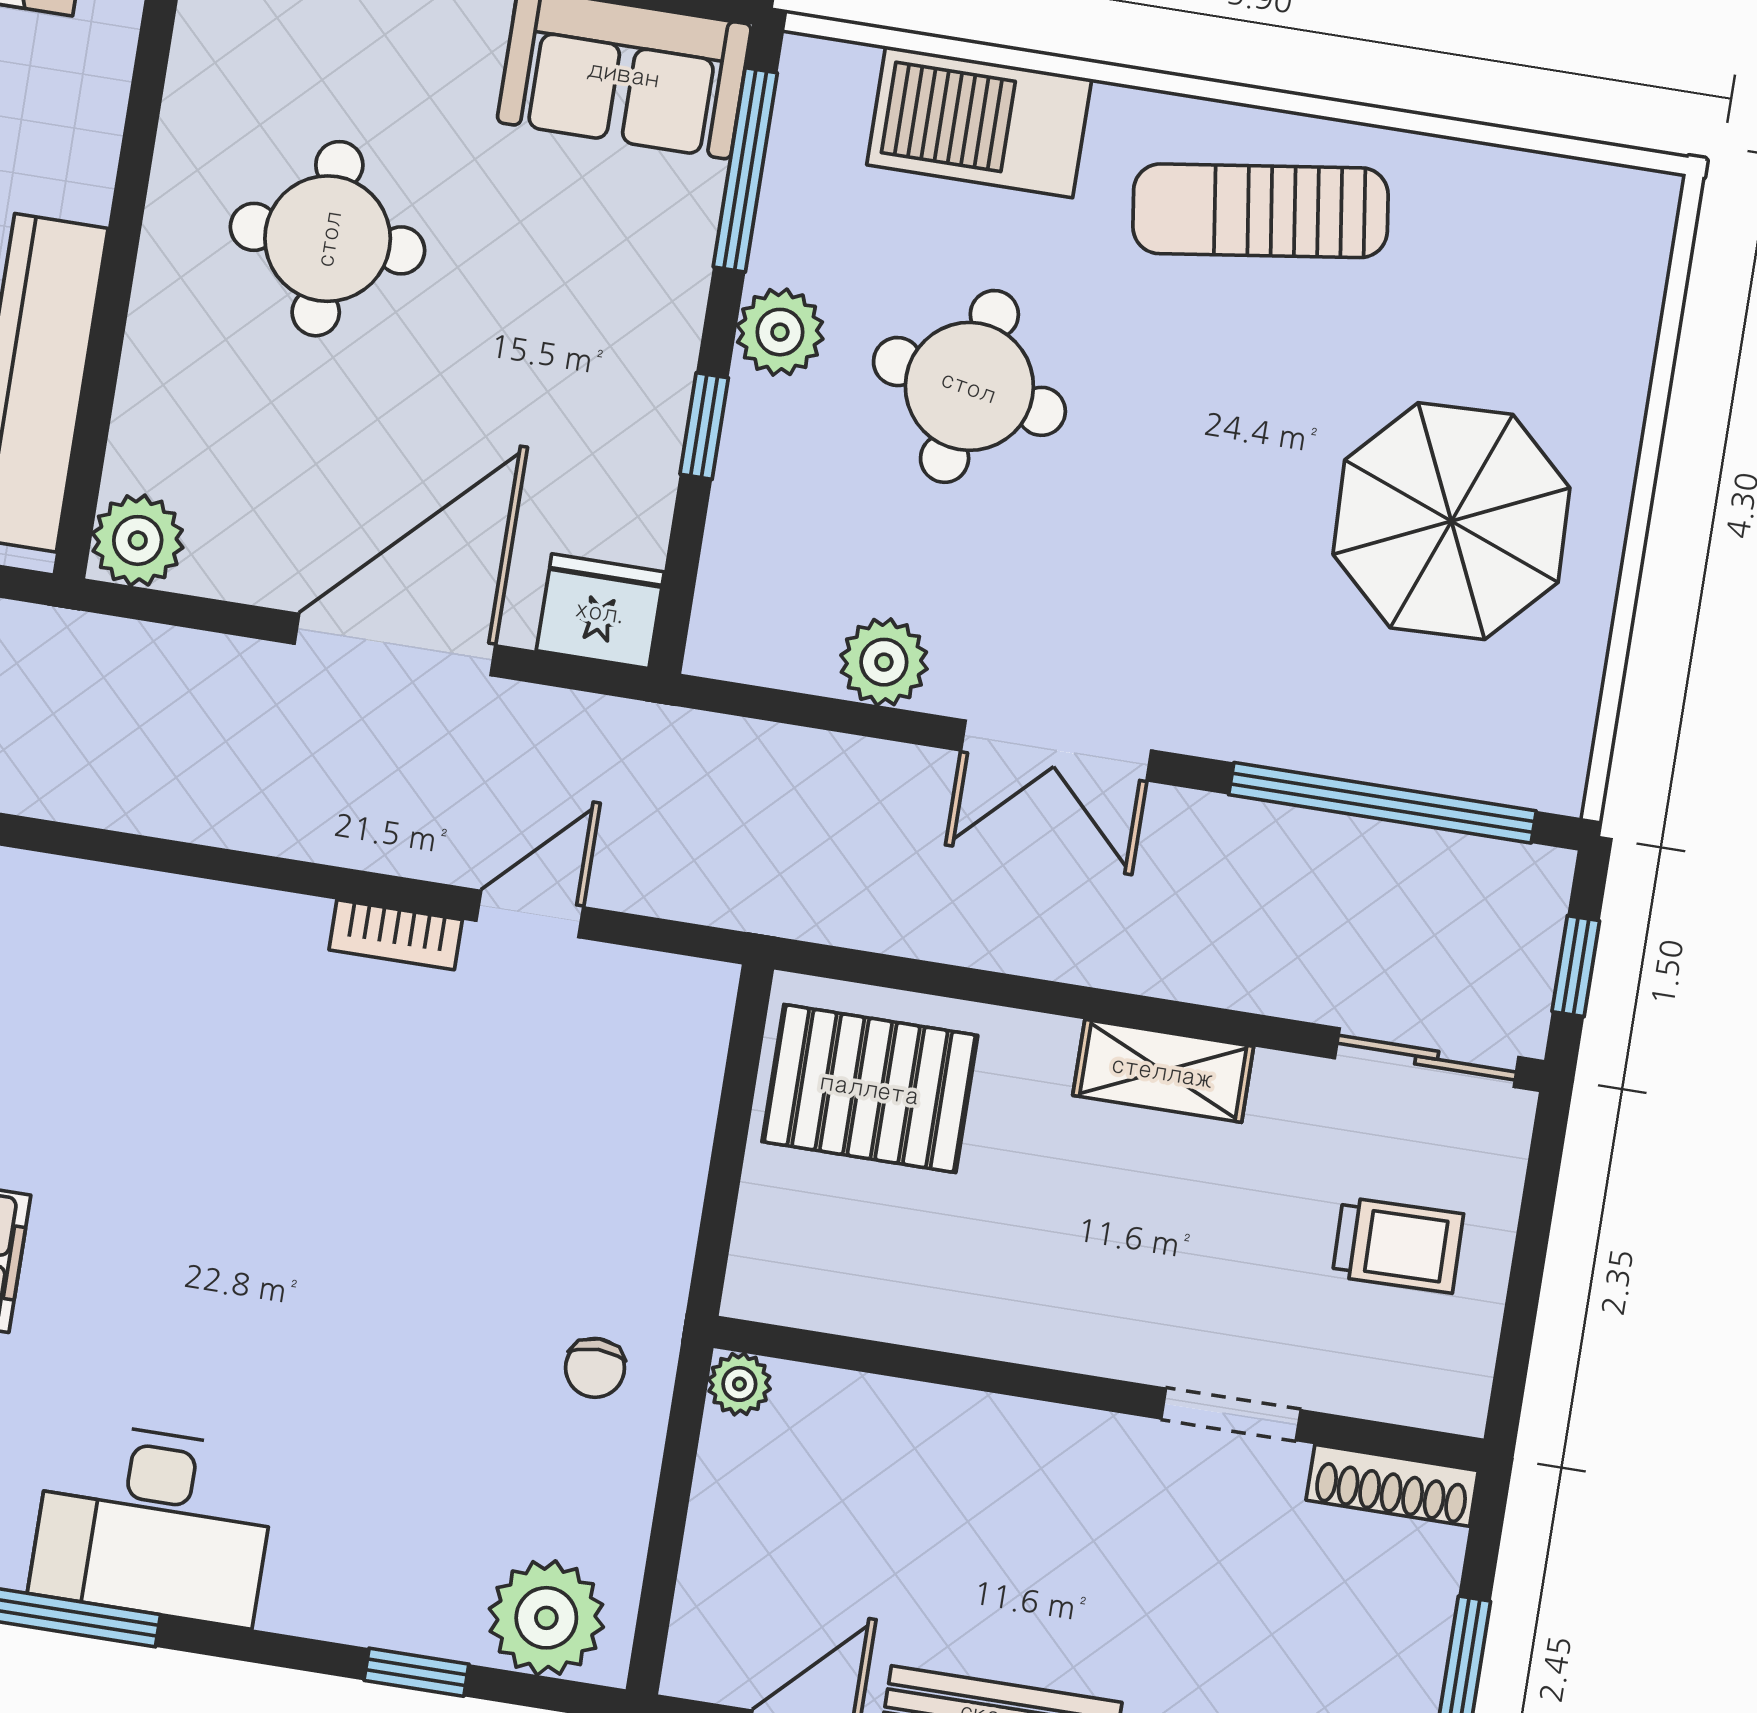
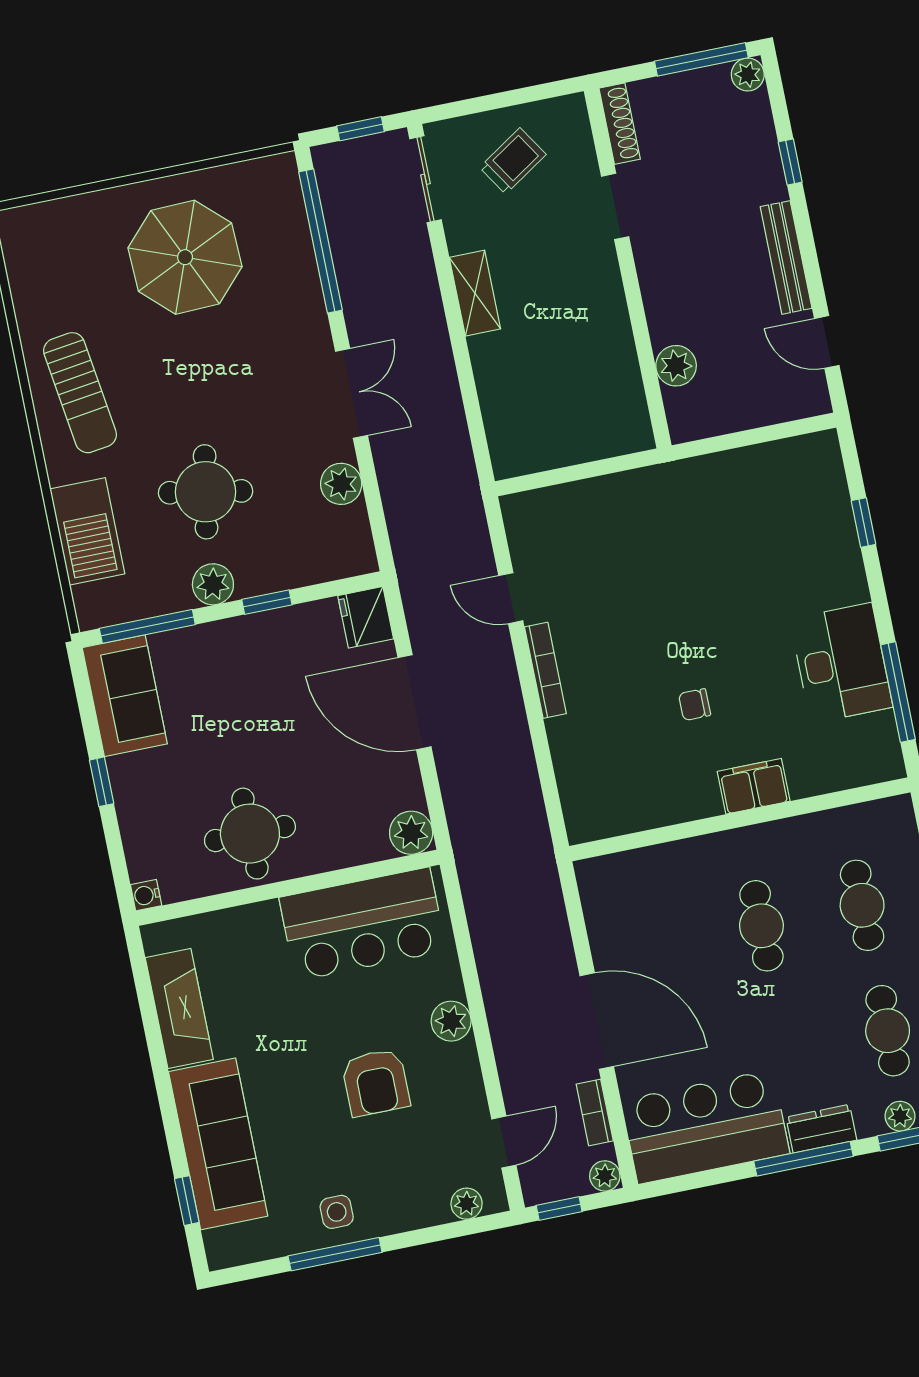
round table: (328, 239) -> (250, 834), moved
bookcase: (396, 935) -> (545, 670), width x1.56
pallet: (870, 1088) -> (531, 419), removed
trolley: (1398, 1245) -> (513, 161), turned 58
chair: (595, 1368) -> (695, 705), moved, turned 180
plant: (739, 1384) -> (676, 366), moved, width x1.38, depth x1.38
plant: (546, 1618) -> (818, 474), removed

